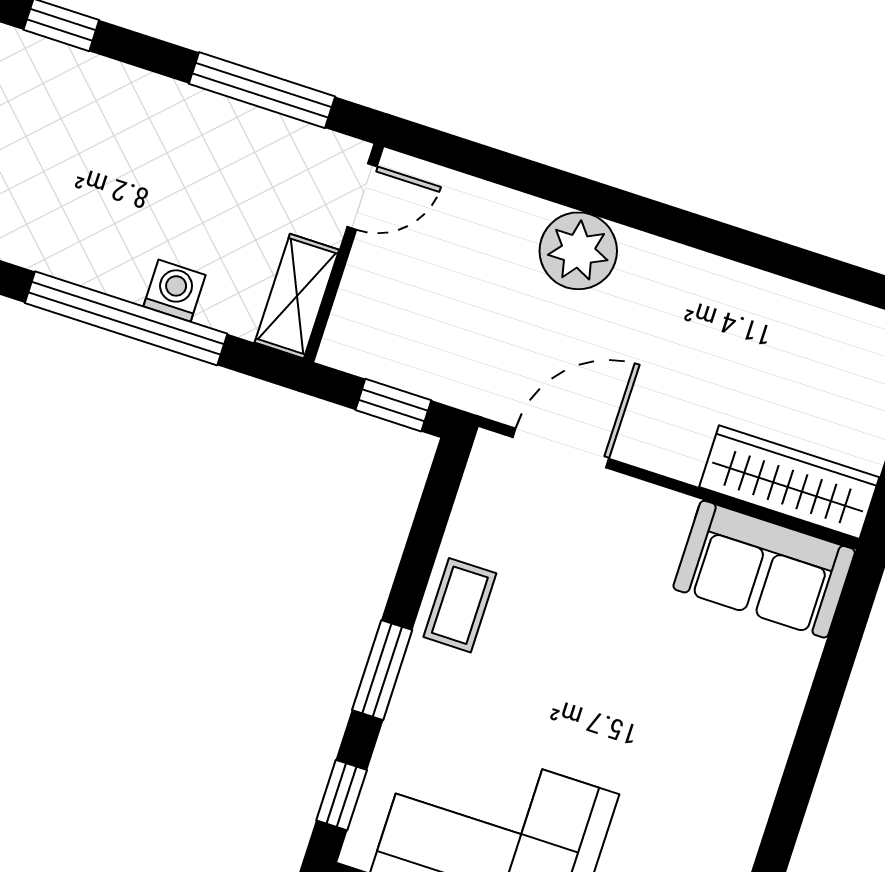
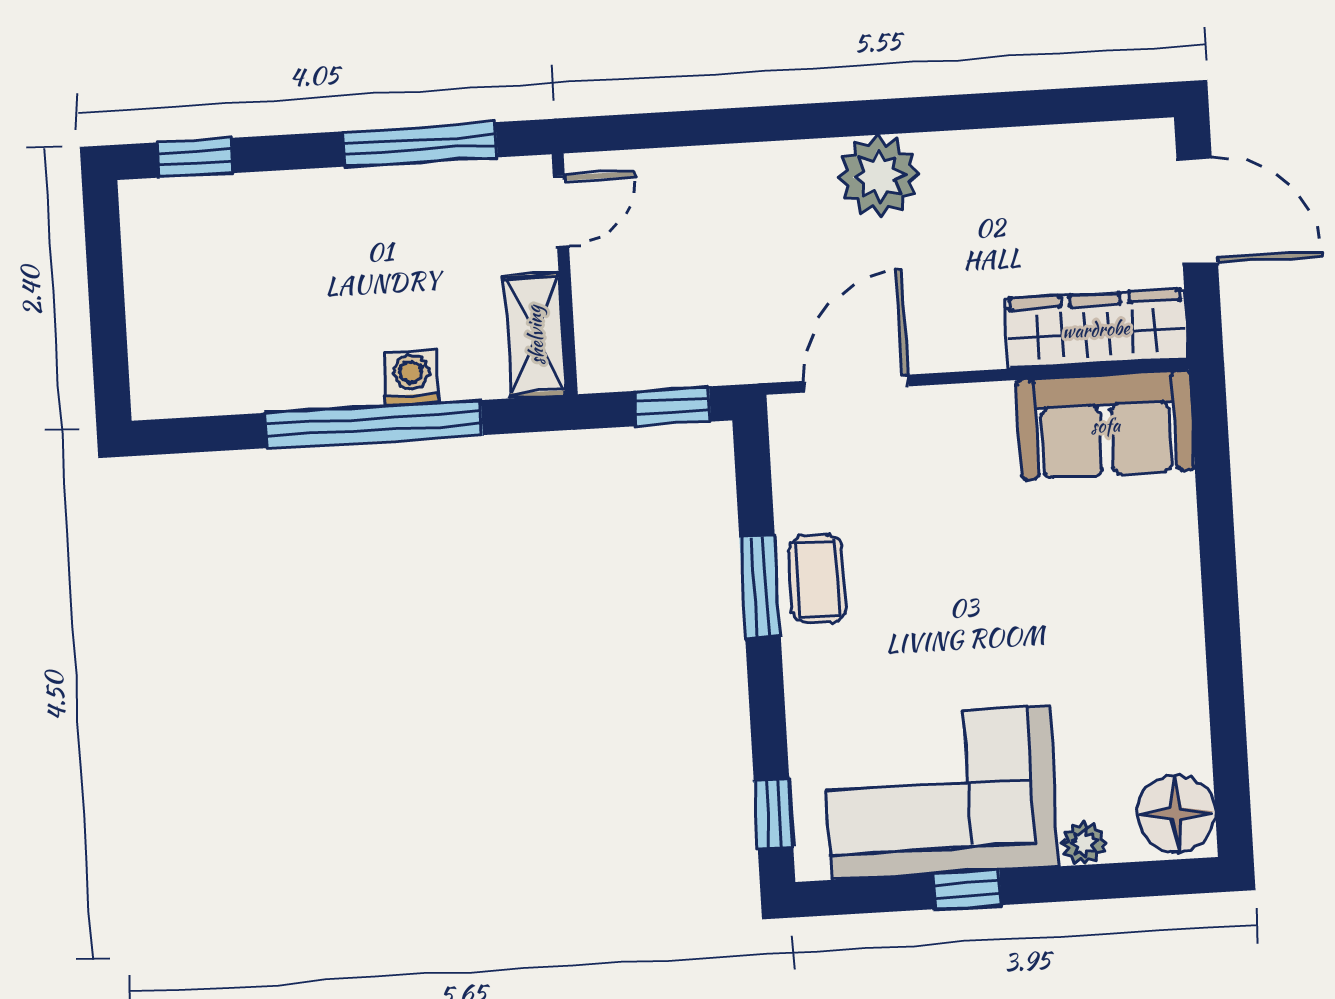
plant: (578, 251) -> (879, 176), moved
window: (382, 670) -> (760, 587), moved

